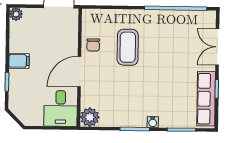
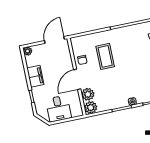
filing cabinet: (19, 61) -> (35, 76), width x2.00
plant: (90, 97) -> (88, 94), added
desk: (61, 108) -> (58, 109), moved

